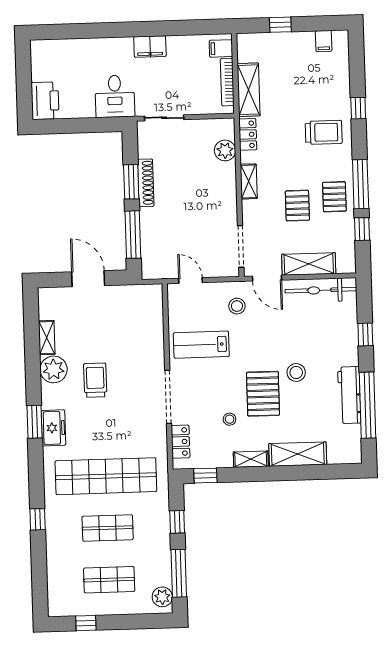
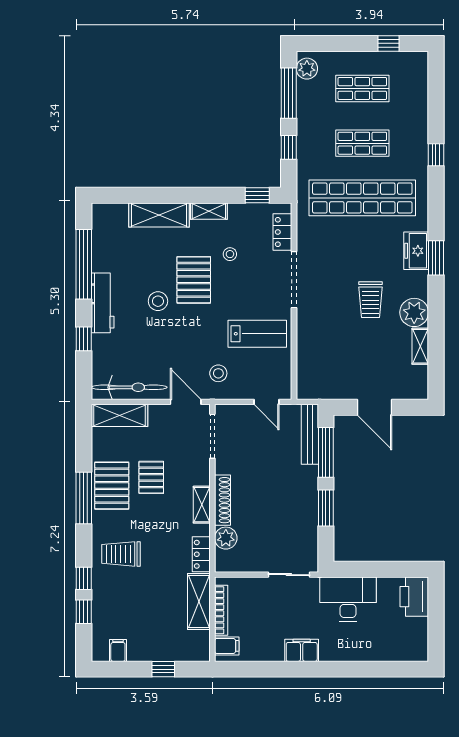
desk: (115, 96) -> (348, 599), width x1.37
shoe rack: (146, 183) -> (222, 500), moved, turned 180
pallet: (334, 197) -> (112, 486), width x1.50, depth x1.42
window: (362, 229) -> (84, 612), moved
bench: (149, 251) -> (310, 434), added
shelving: (309, 264) -> (119, 415), moved
workbench: (349, 395) -> (103, 303), moved

